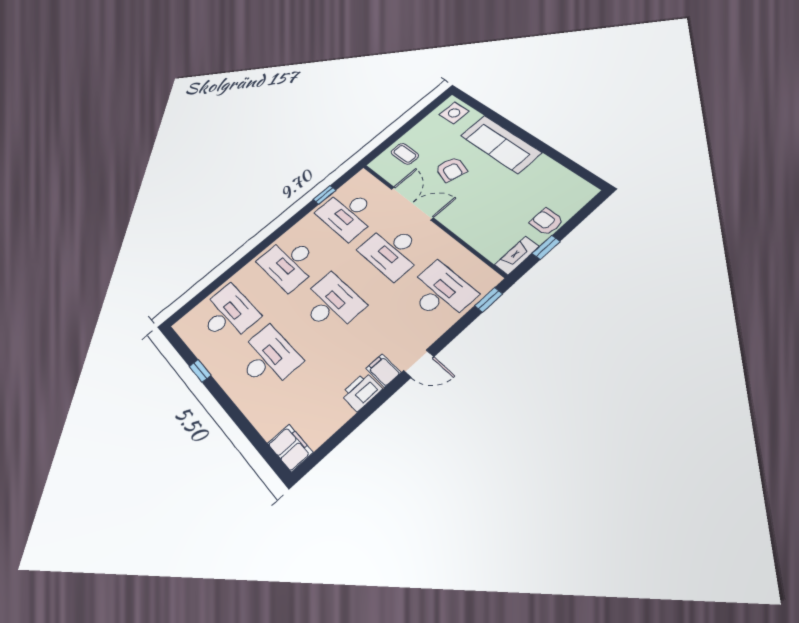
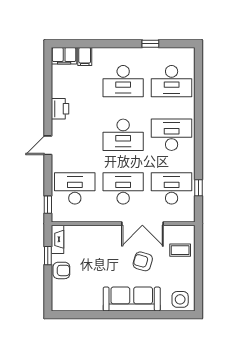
desk: (441, 292) -> (75, 188), turned 180
filing cabinet: (383, 370) -> (85, 56), moved, turned 90

